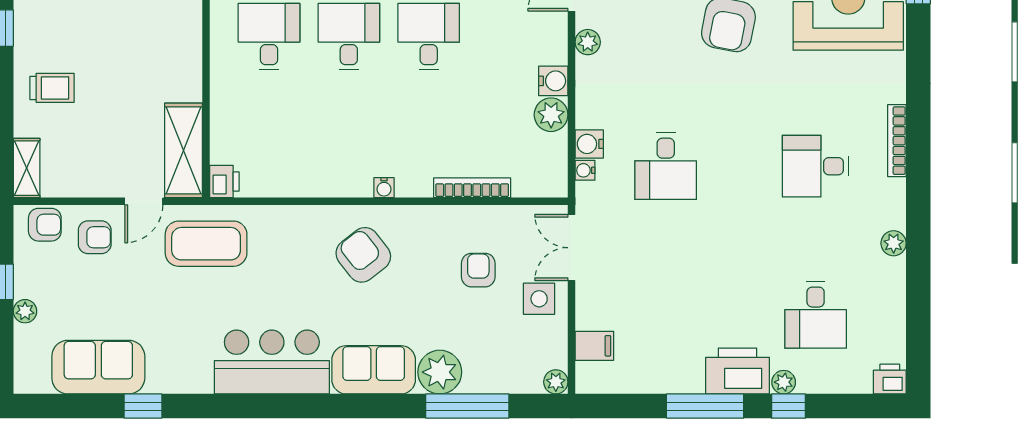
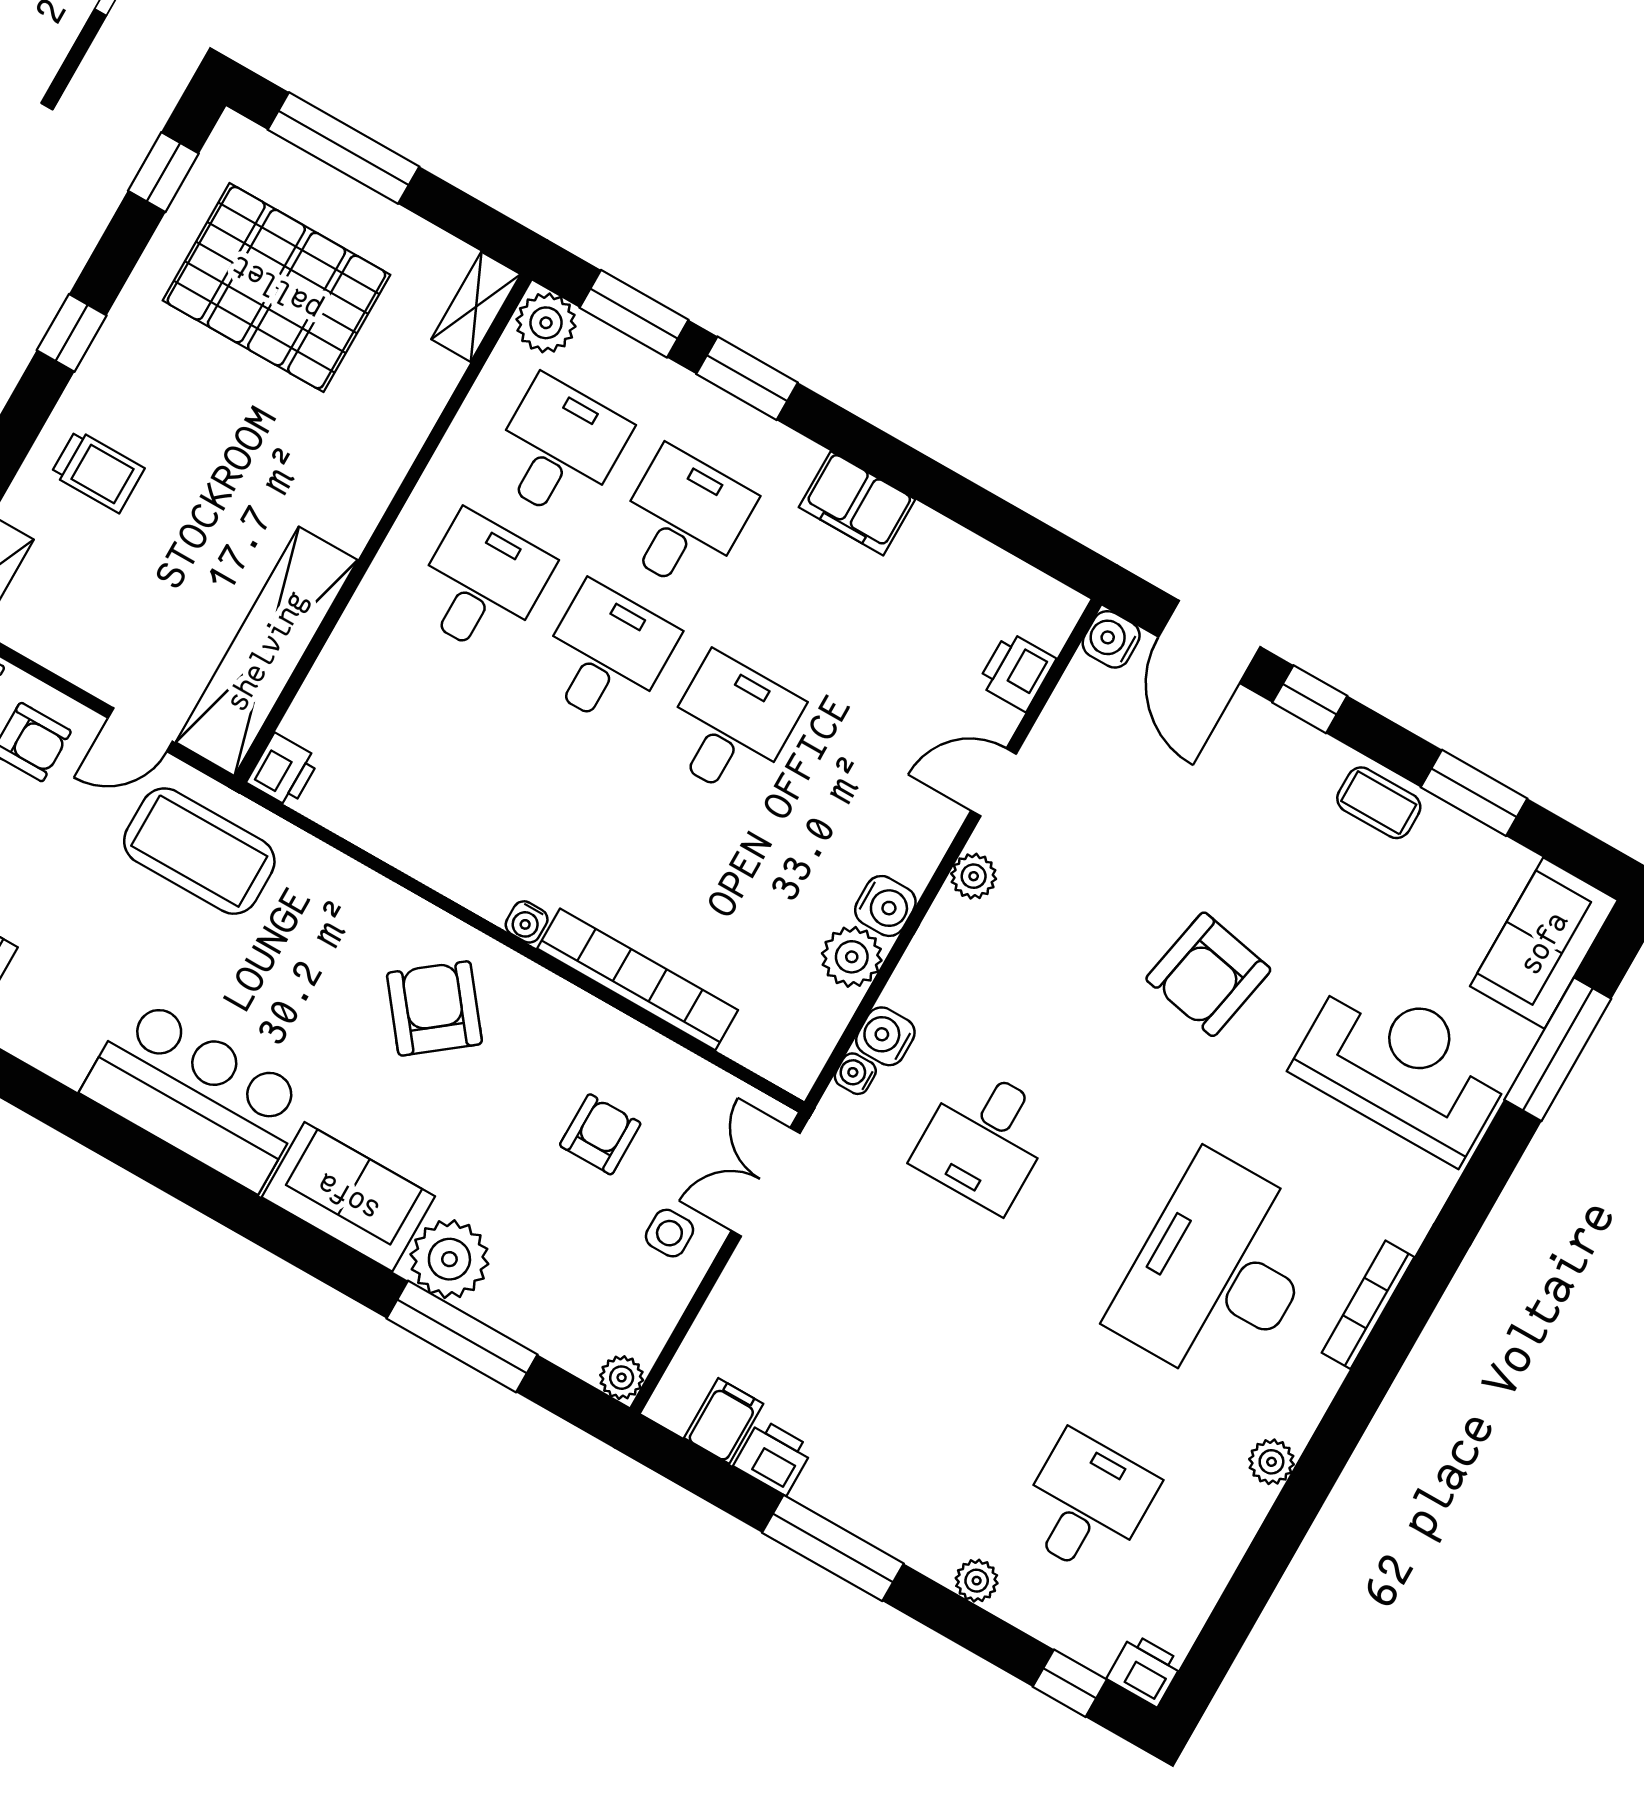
shelving: (183, 150) -> (267, 651), width x1.47
desk: (816, 166) -> (1218, 1272), width x1.87, depth x1.30
bookcase: (472, 188) -> (638, 979), width x1.48, depth x1.31
side table: (539, 299) -> (669, 1233), width x0.73, depth x0.73
desk: (816, 315) -> (1086, 1504), turned 180
filing cabinet: (594, 346) -> (724, 1421), moved, turned -90
printer: (737, 371) -> (773, 1457), moved, width x0.53, depth x0.68
window: (789, 406) -> (1070, 1683), moved

